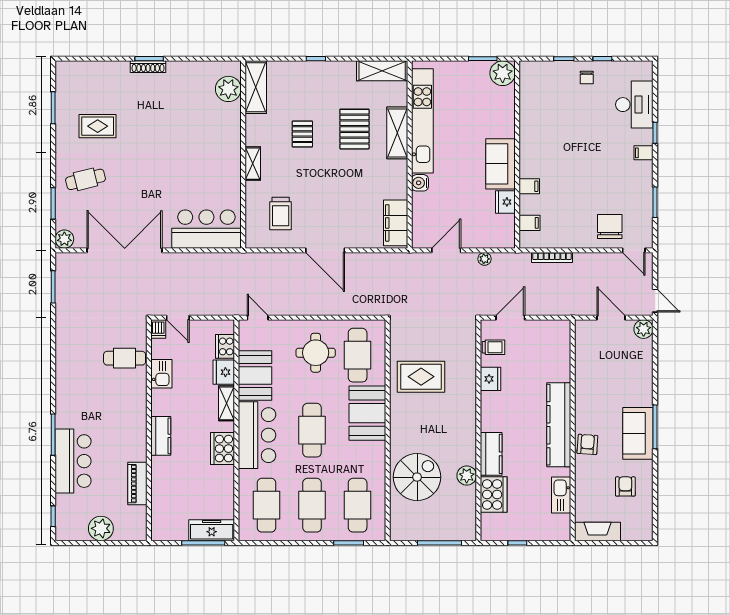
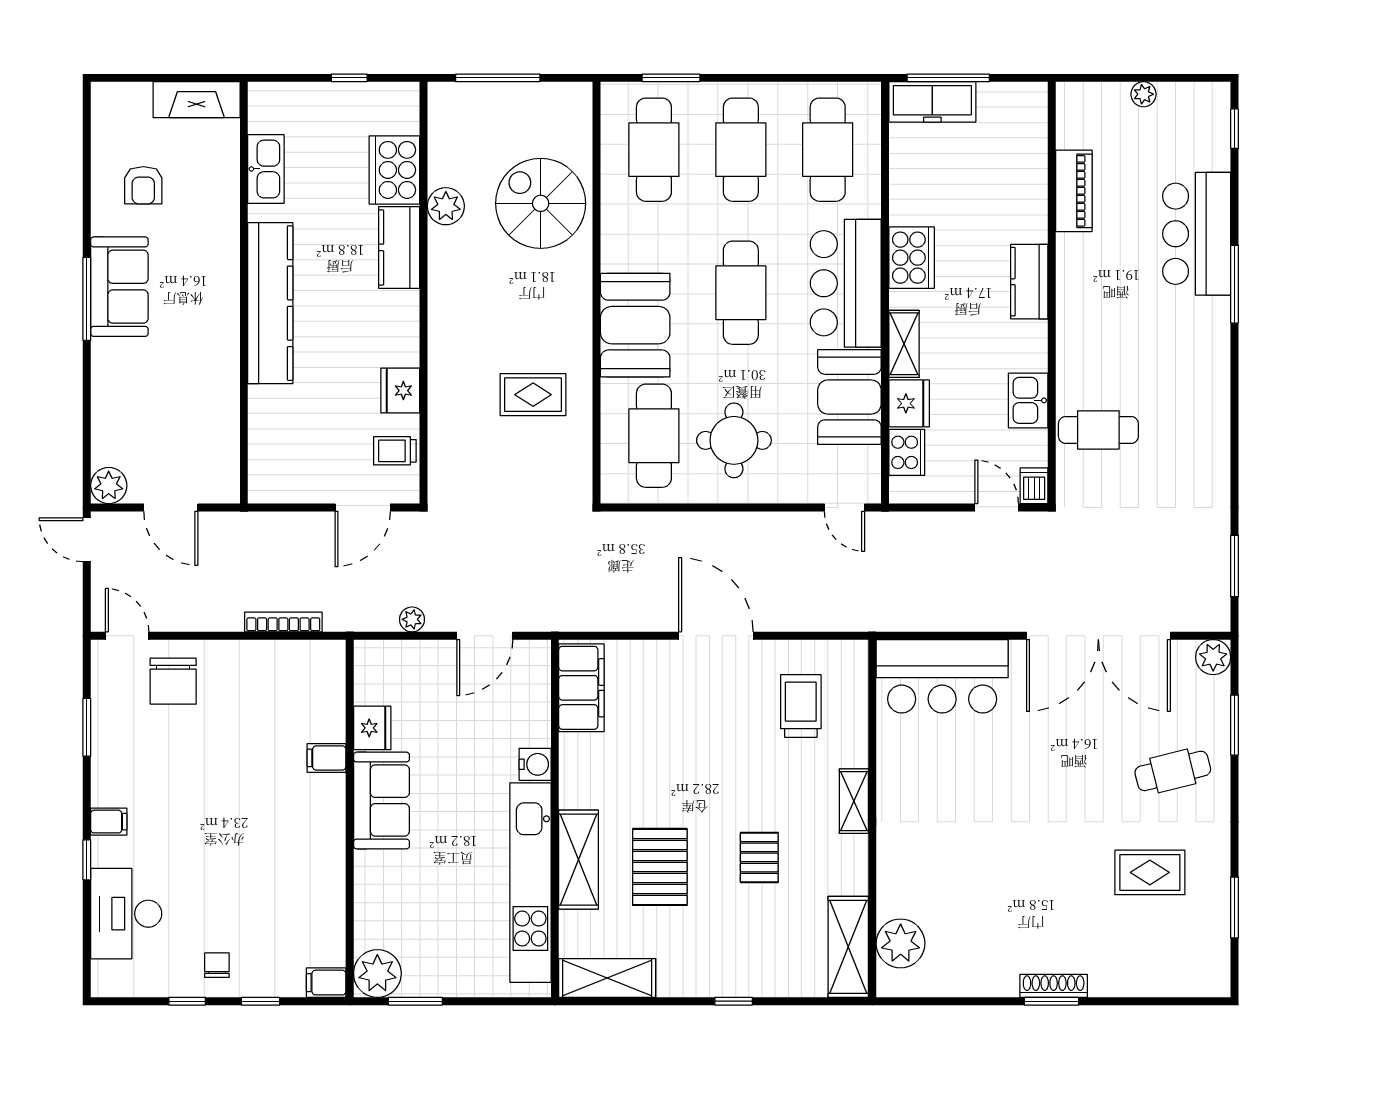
filing cabinet: (530, 223) -> (326, 983), moved
rug: (421, 377) -> (533, 395), width x0.73, depth x0.70
armchair: (587, 444) -> (216, 265), removed
spiral stairs: (417, 477) -> (541, 203), turned 90
plant: (101, 528) -> (1144, 94), width x0.53, depth x0.53

